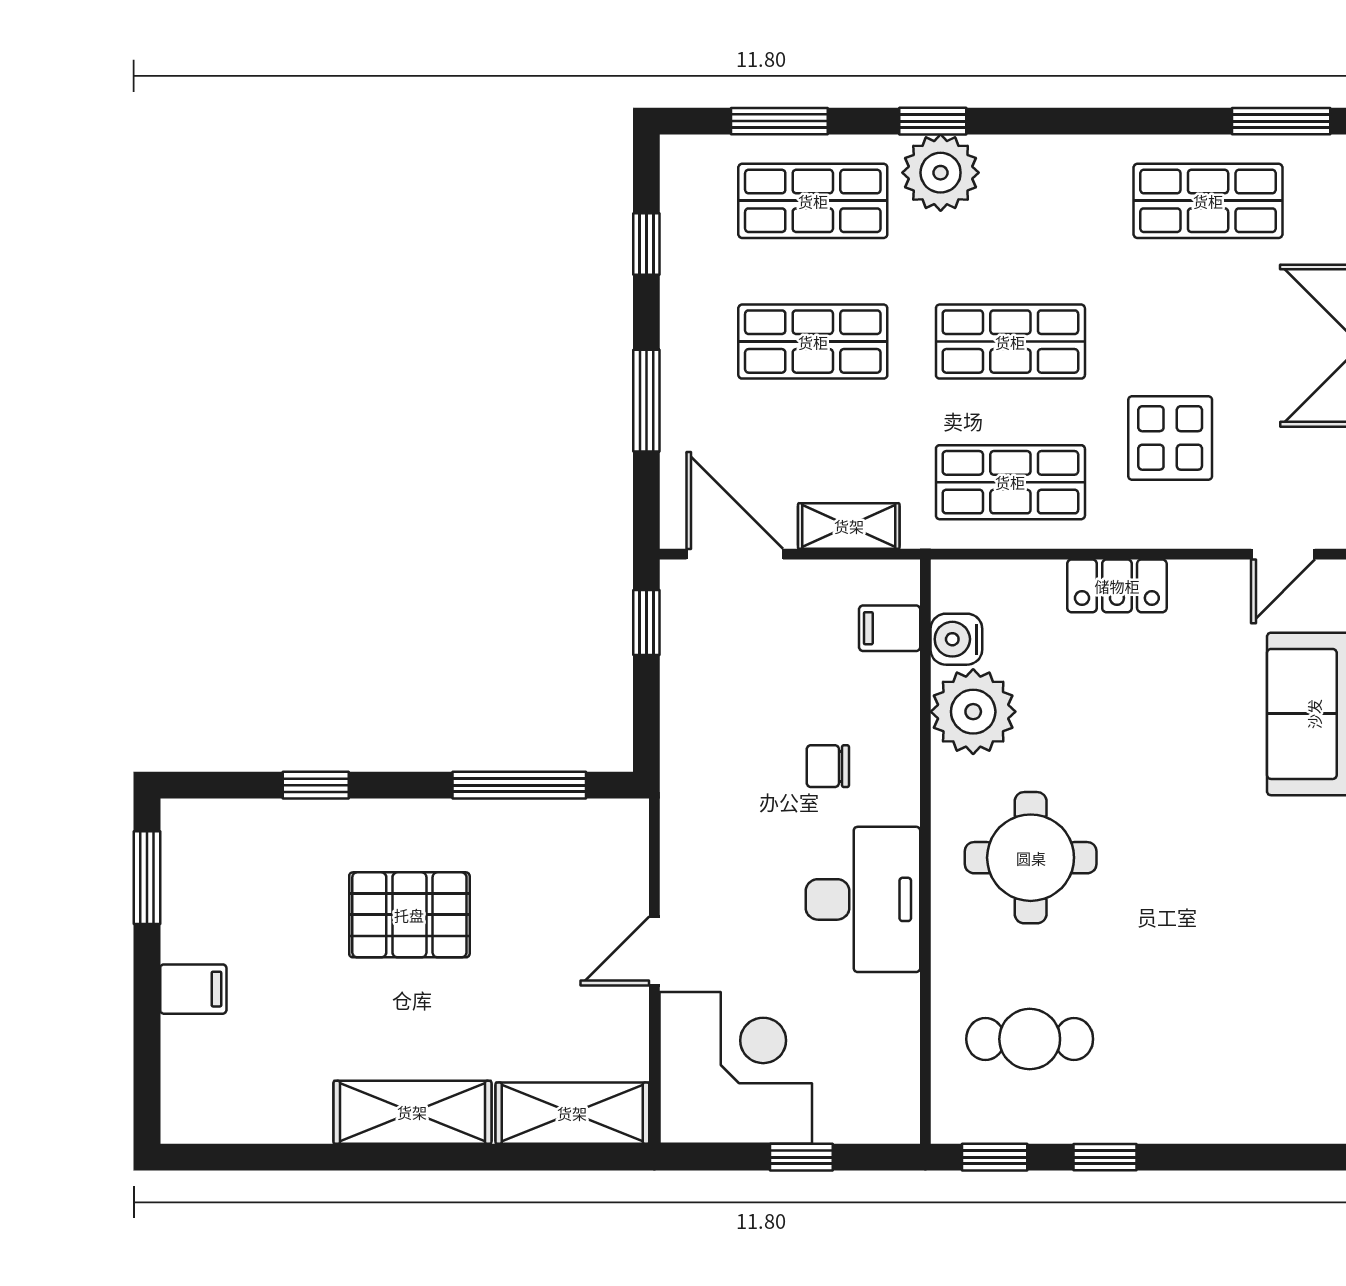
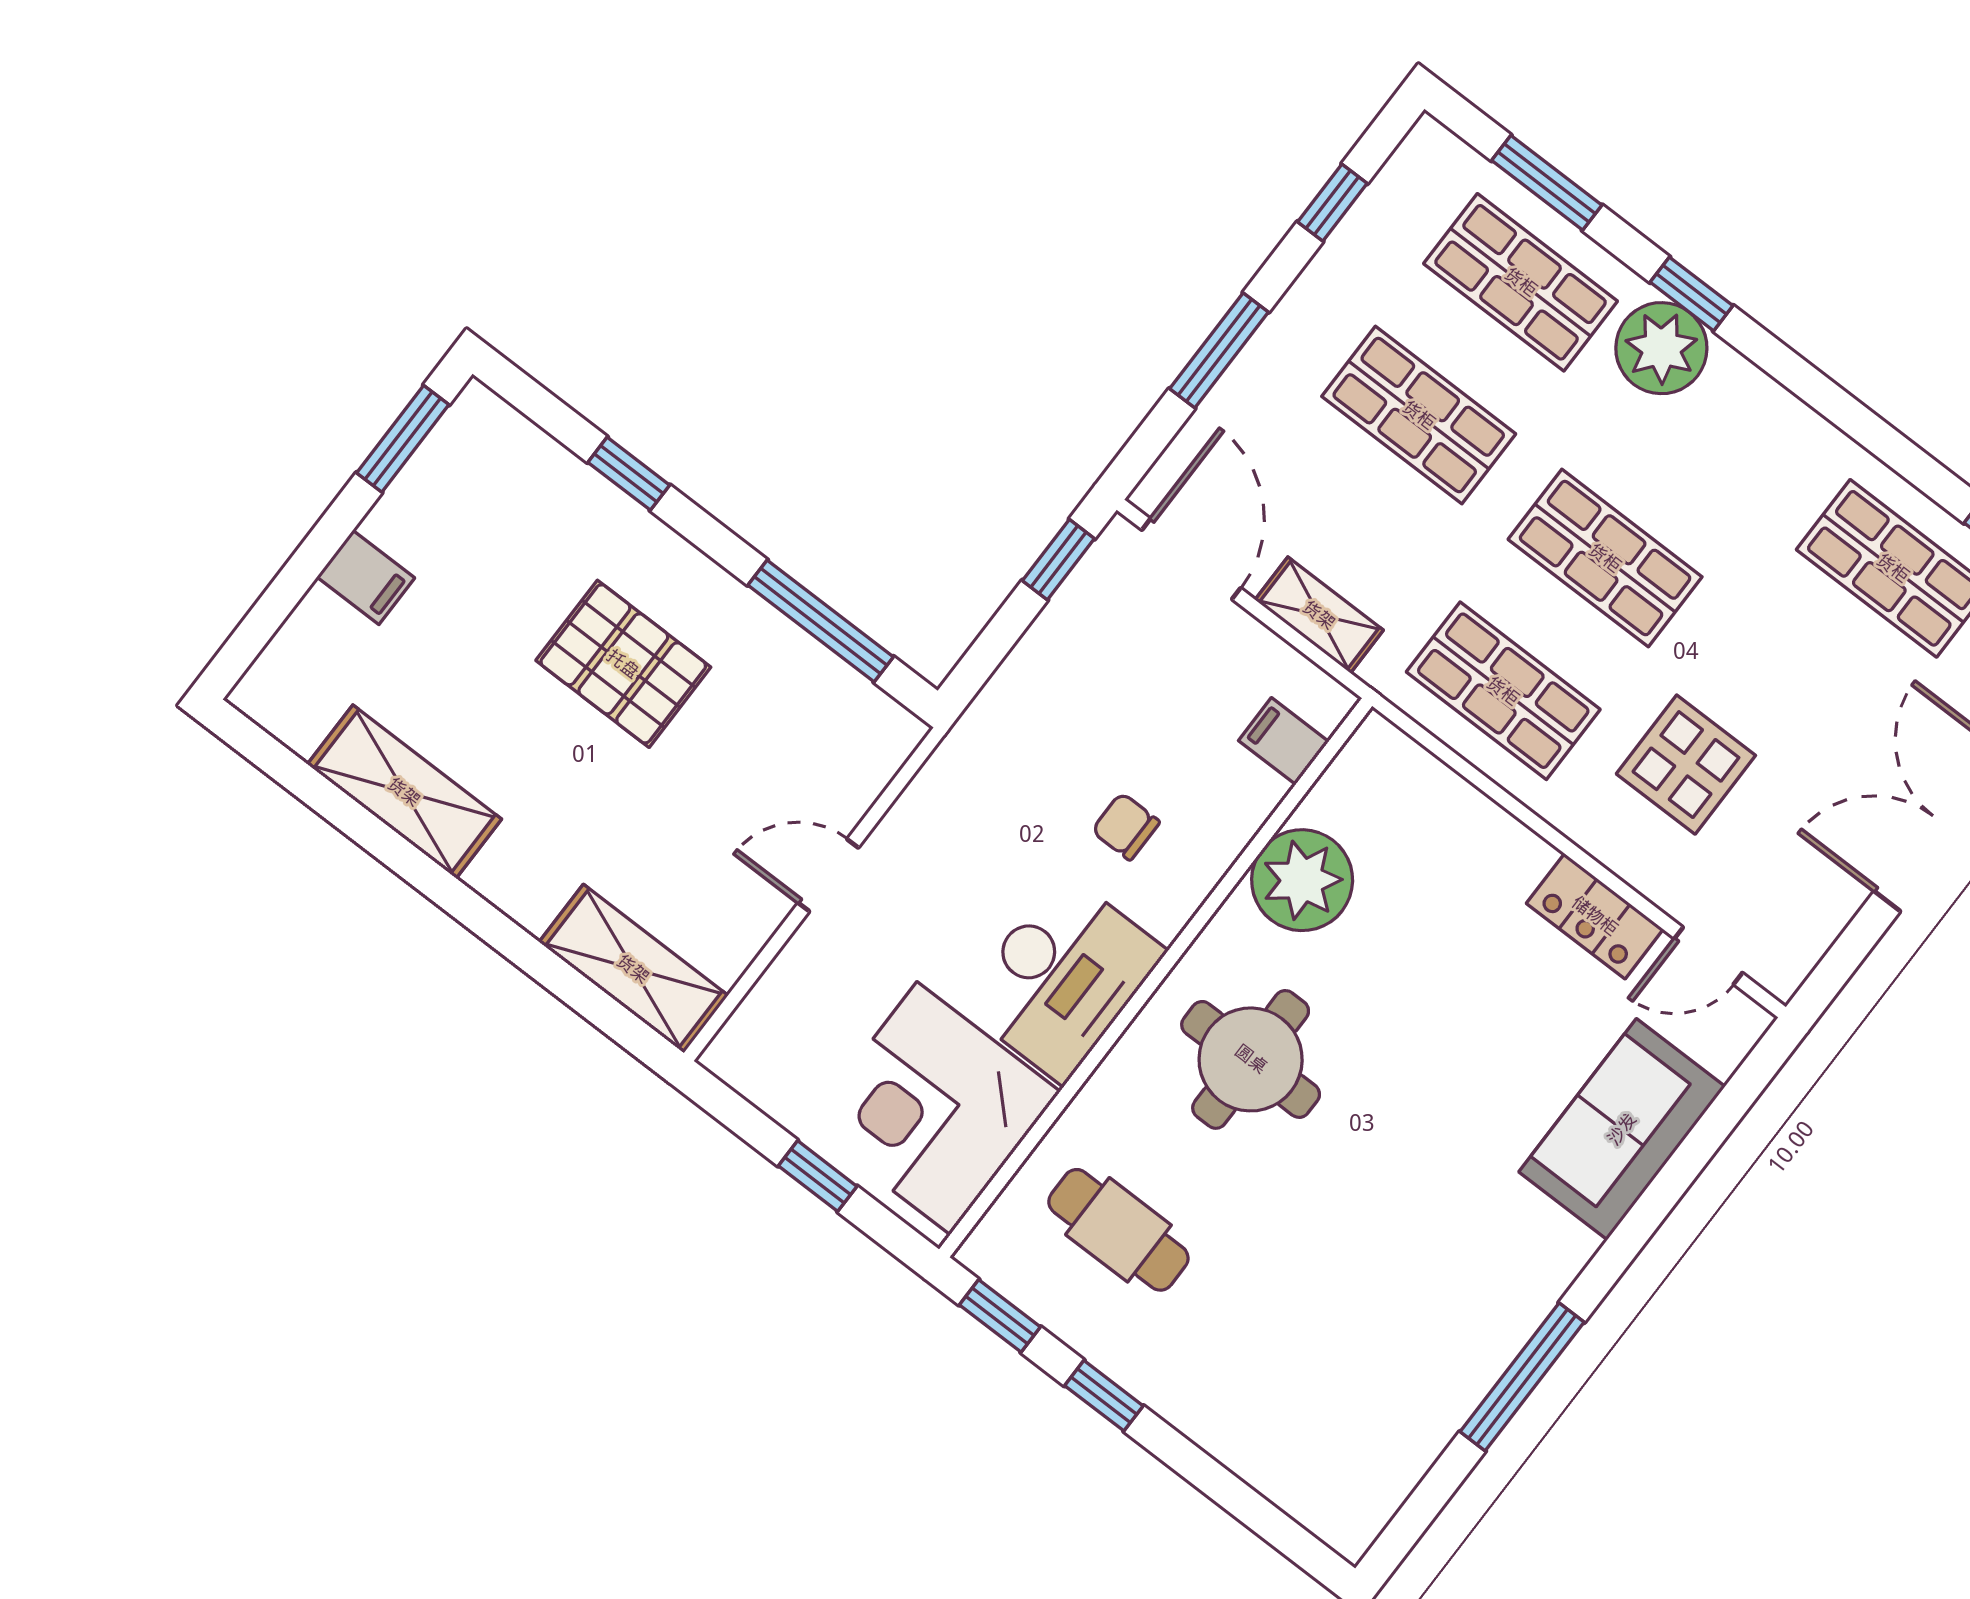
locker: (1117, 586) -> (1595, 916), moved
water cooler: (956, 639) -> (1339, 800), removed
corner desk: (736, 1068) -> (934, 1108), moved, turned 180
shelving: (412, 1112) -> (404, 792), moved

